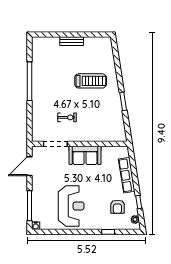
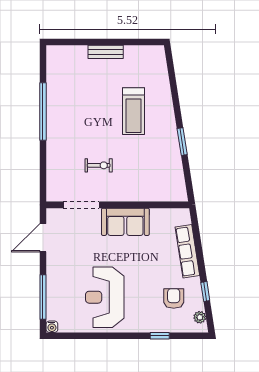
treadmill: (91, 81) -> (134, 111), turned 90
reception desk: (71, 206) -> (105, 297), turned 180
armchair: (117, 207) -> (174, 298), turned 180

